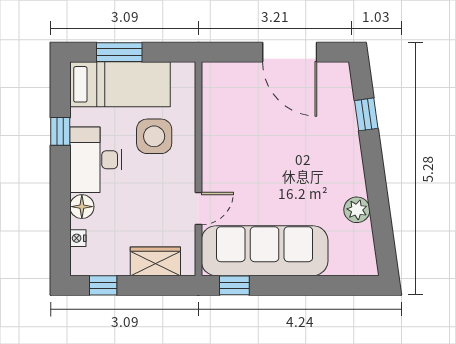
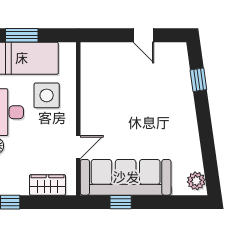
door: (290, 52) -> (144, 35), width x0.53
plant: (357, 210) -> (196, 181), moved
window: (234, 285) -> (121, 202), moved

